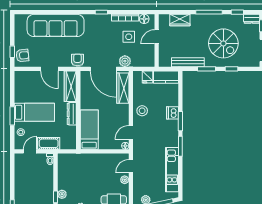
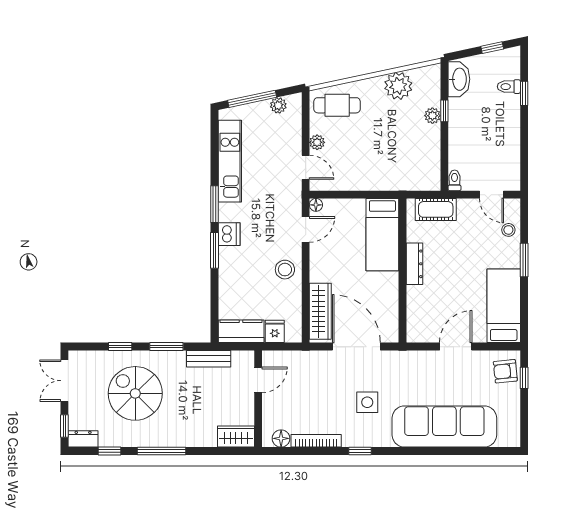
wardrobe: (180, 20) -> (236, 437), moved
side table: (129, 37) -> (367, 402), moved
door: (157, 37) -> (258, 380), moved
armchair: (77, 60) -> (404, 363), removed
plant: (125, 61) -> (316, 361), removed
bench: (188, 62) -> (209, 359), width x0.73
door: (49, 69) -> (456, 347), hinge flipped
wardrobe: (70, 86) -> (417, 314), removed
bed: (34, 112) -> (504, 306), moved, turned 90
dishwasher: (172, 113) -> (229, 234), moved
cot: (49, 143) -> (436, 209), moved
door: (30, 151) -> (491, 195), hinge flipped
door: (131, 166) -> (306, 167), hinge flipped

